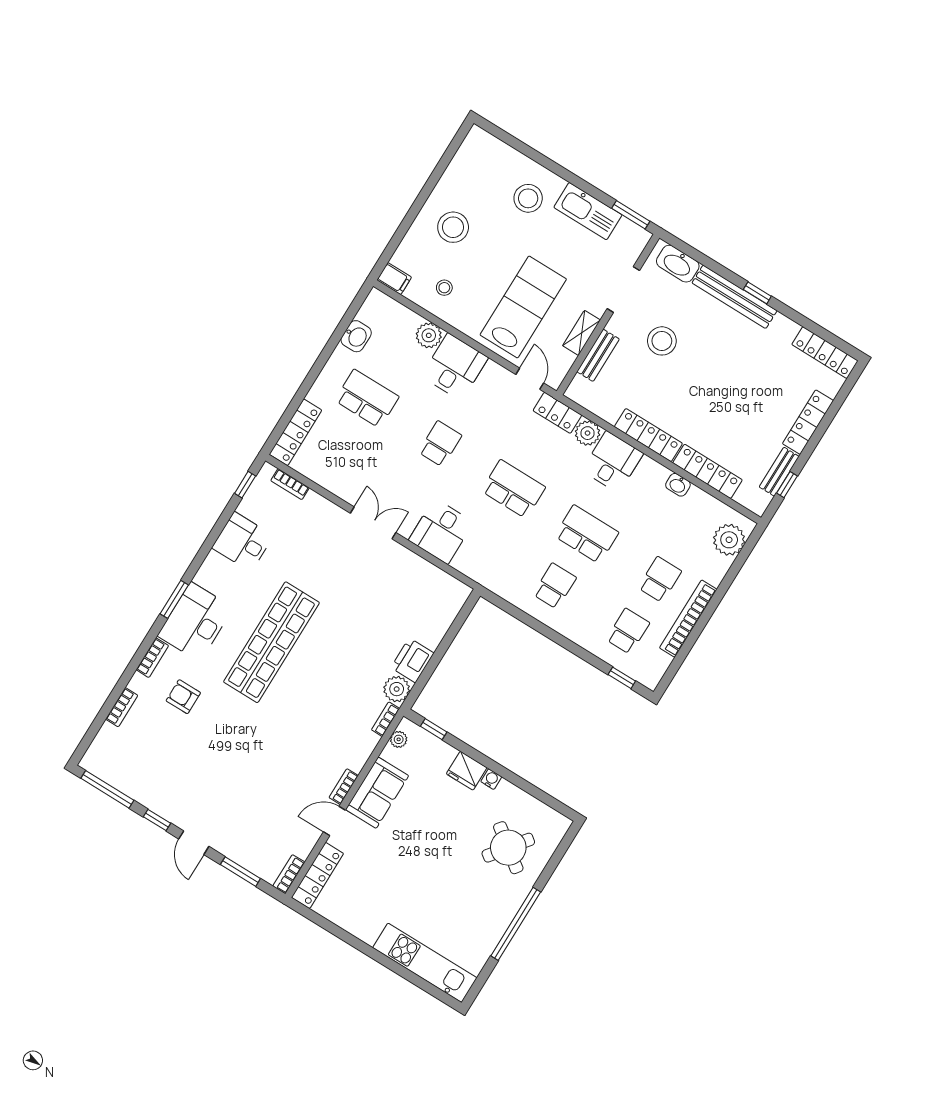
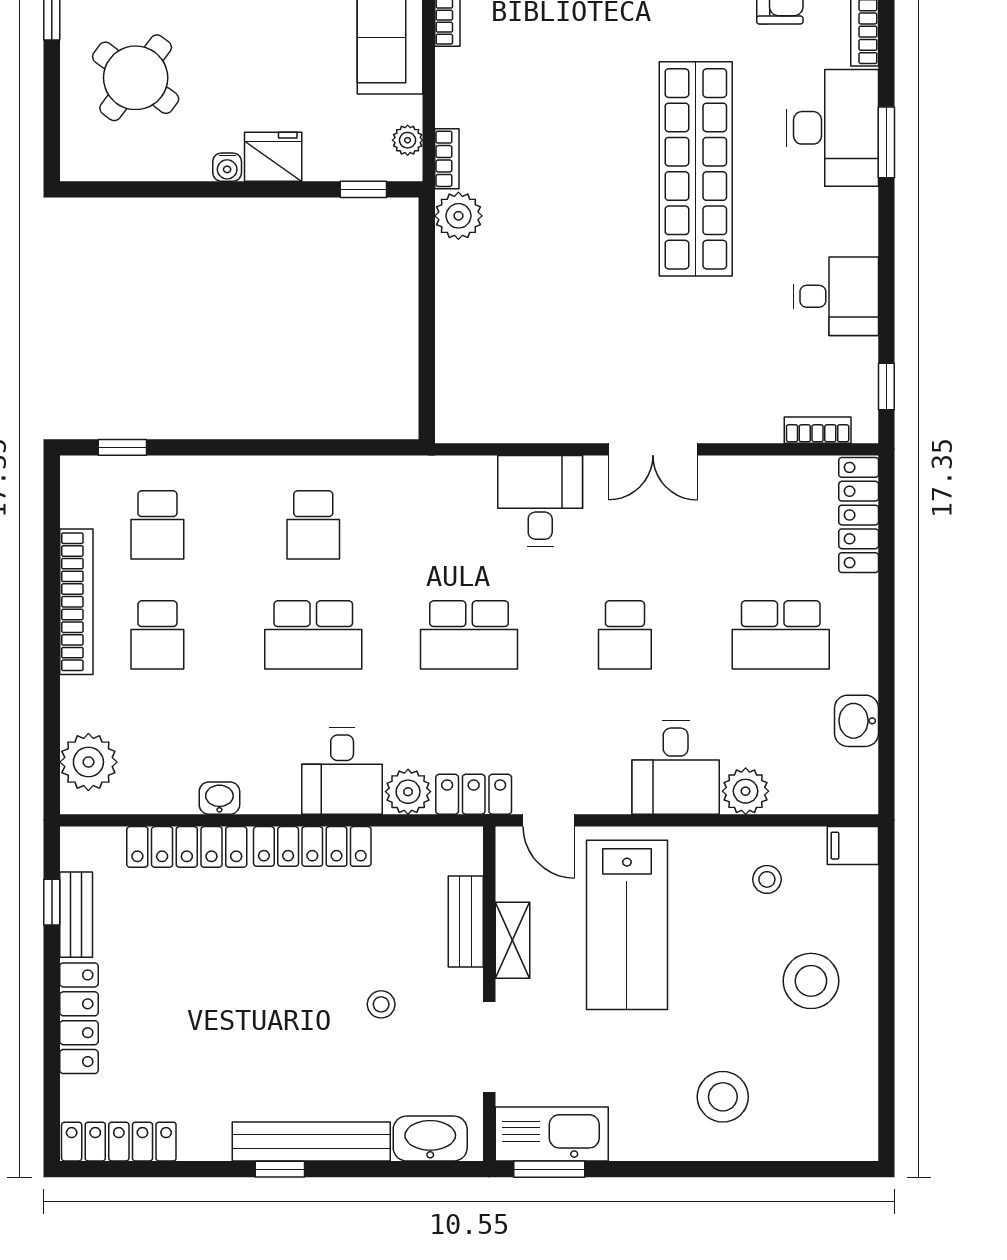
kitchen sink: (588, 211) -> (552, 1134), moved
stool: (662, 341) -> (381, 1004), width x0.53, depth x0.53
printer: (412, 660) -> (462, 275), removed

